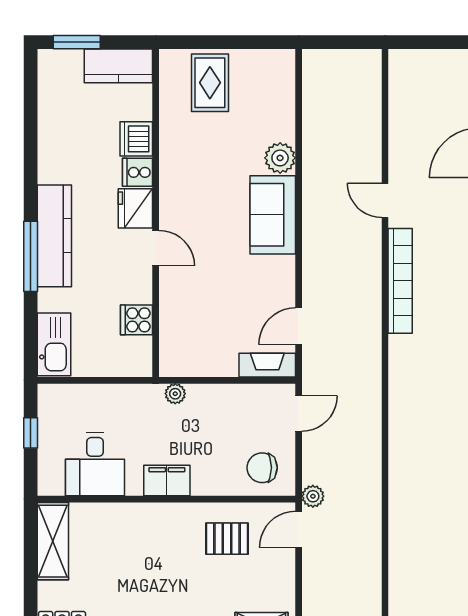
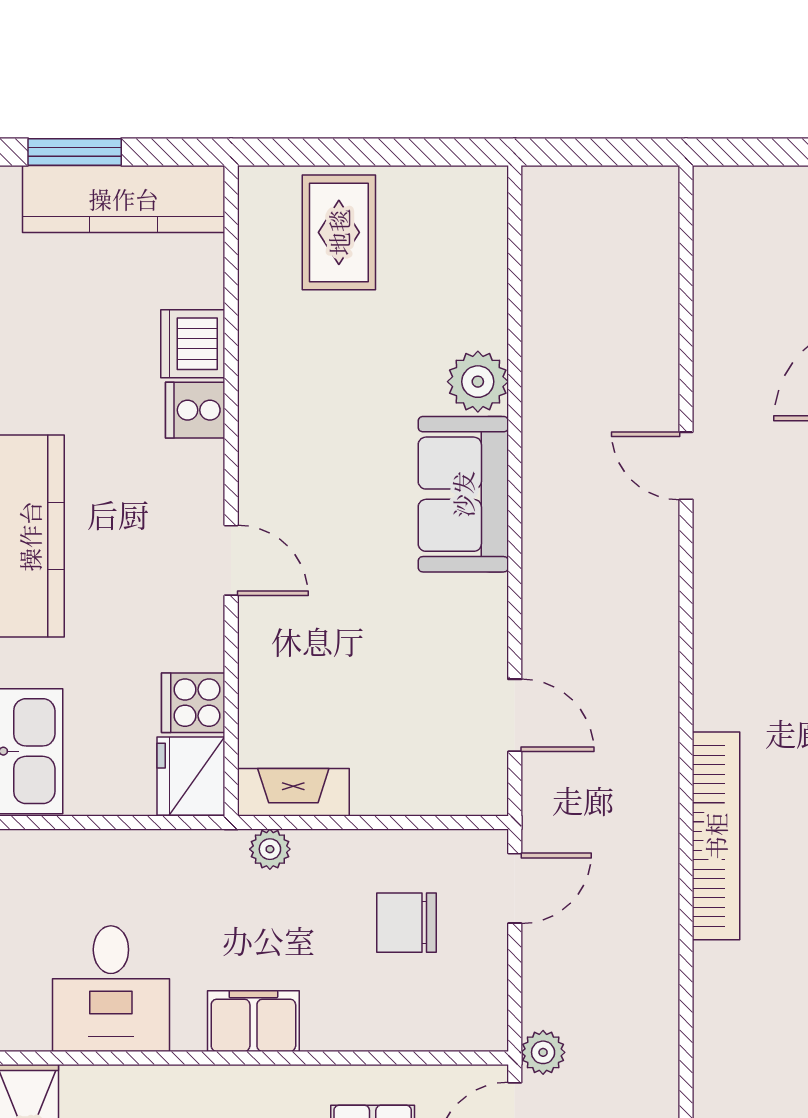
kitchen counter: (118, 66) -> (124, 199), width x1.50
fridge: (135, 208) -> (191, 776), moved
bookcase: (400, 281) -> (716, 836), moved
door: (299, 326) -> (515, 715), swing flipped
fireplace: (267, 365) -> (293, 792), moved
chair: (262, 468) -> (407, 923), moved

